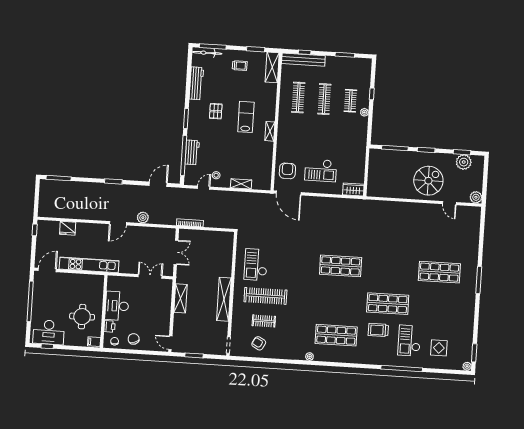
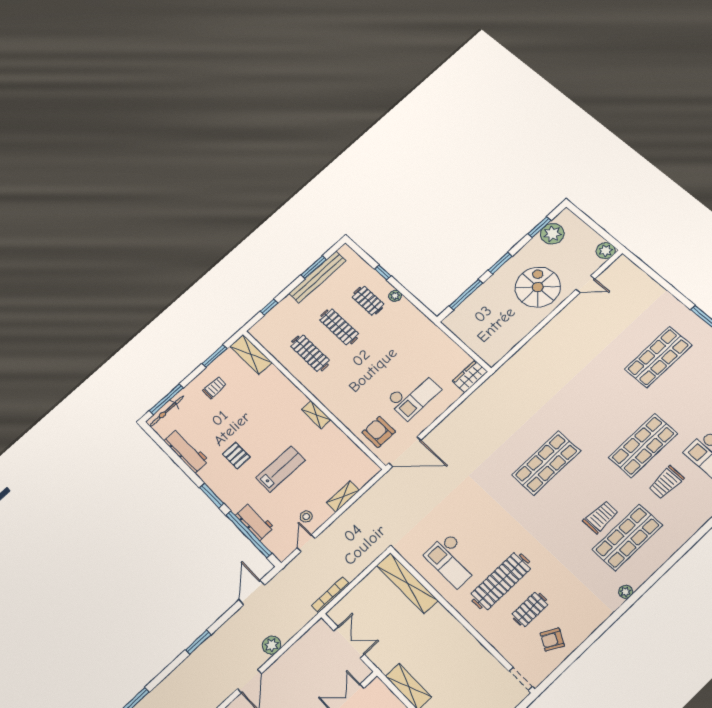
bench: (303, 60) -> (317, 277), moved
lab bench: (246, 117) -> (281, 469), moved, turned 90
shelving: (224, 299) -> (407, 583), moved
trolley: (336, 315) -> (601, 517), added

